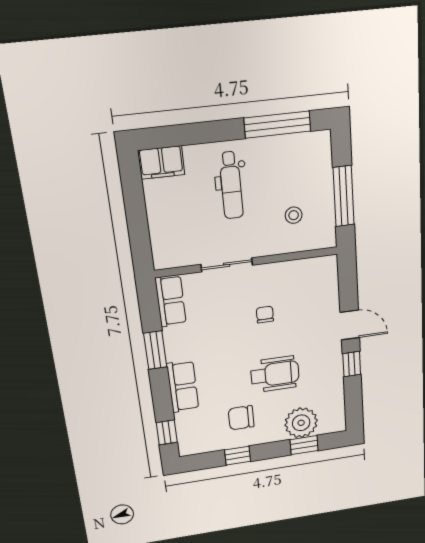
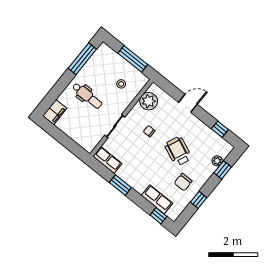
plant: (305, 274) -> (149, 101), added
window: (352, 364) -> (220, 129), moved
wheelchair: (275, 374) -> (178, 151), turned -67
row of seats: (183, 386) -> (157, 199), moved
plant: (301, 423) -> (217, 161), width x0.53, depth x0.53

